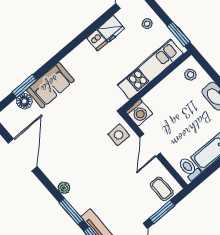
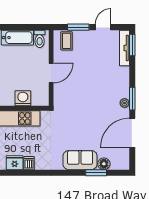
washing machine: (139, 113) -> (23, 98), moved
side table: (119, 135) -> (65, 95), removed
plant: (64, 188) -> (125, 103), moved
window: (71, 211) -> (132, 99), moved

